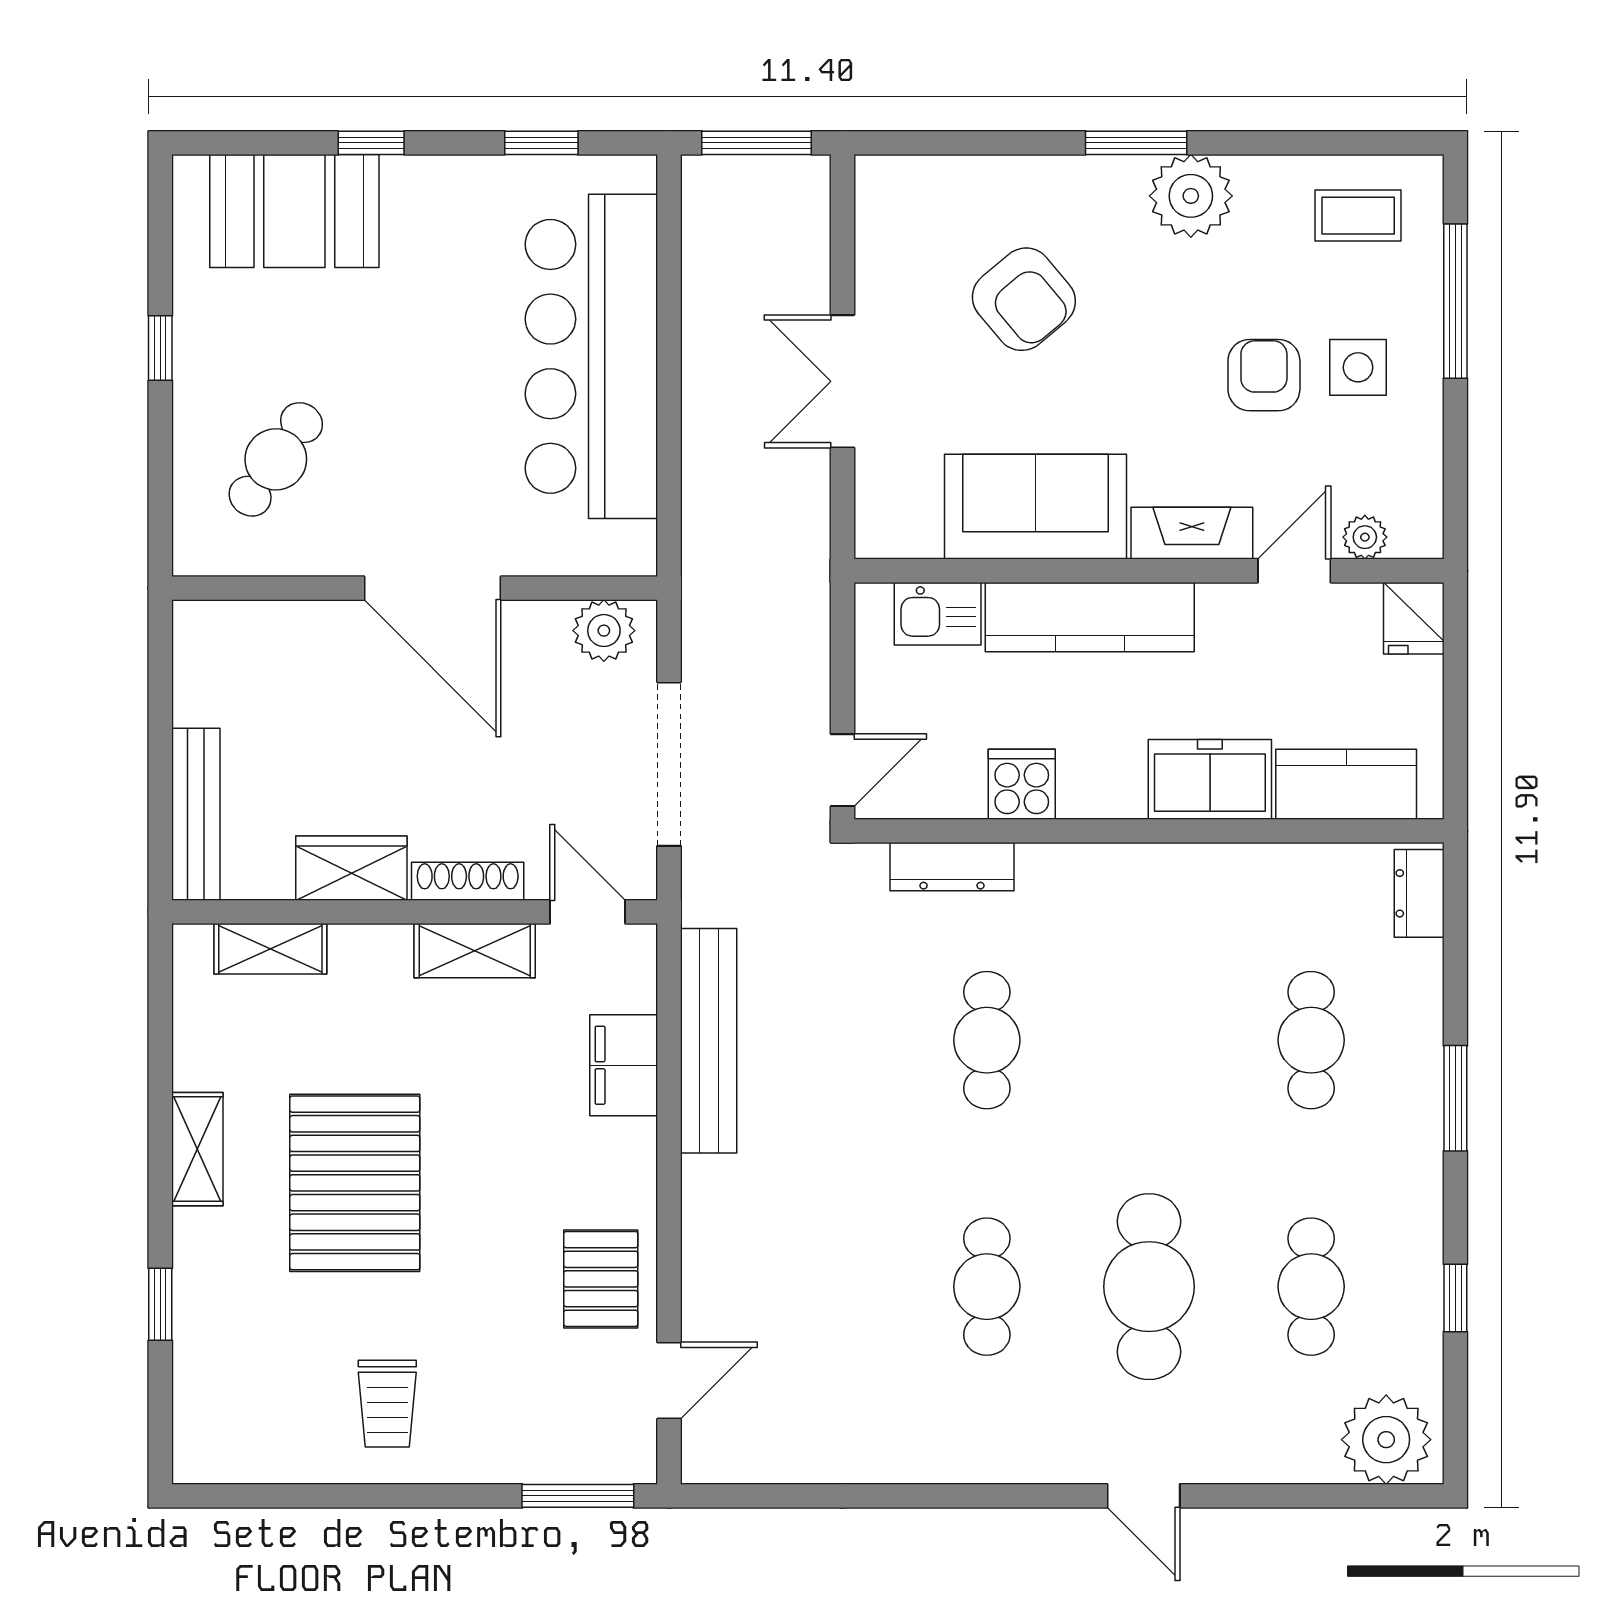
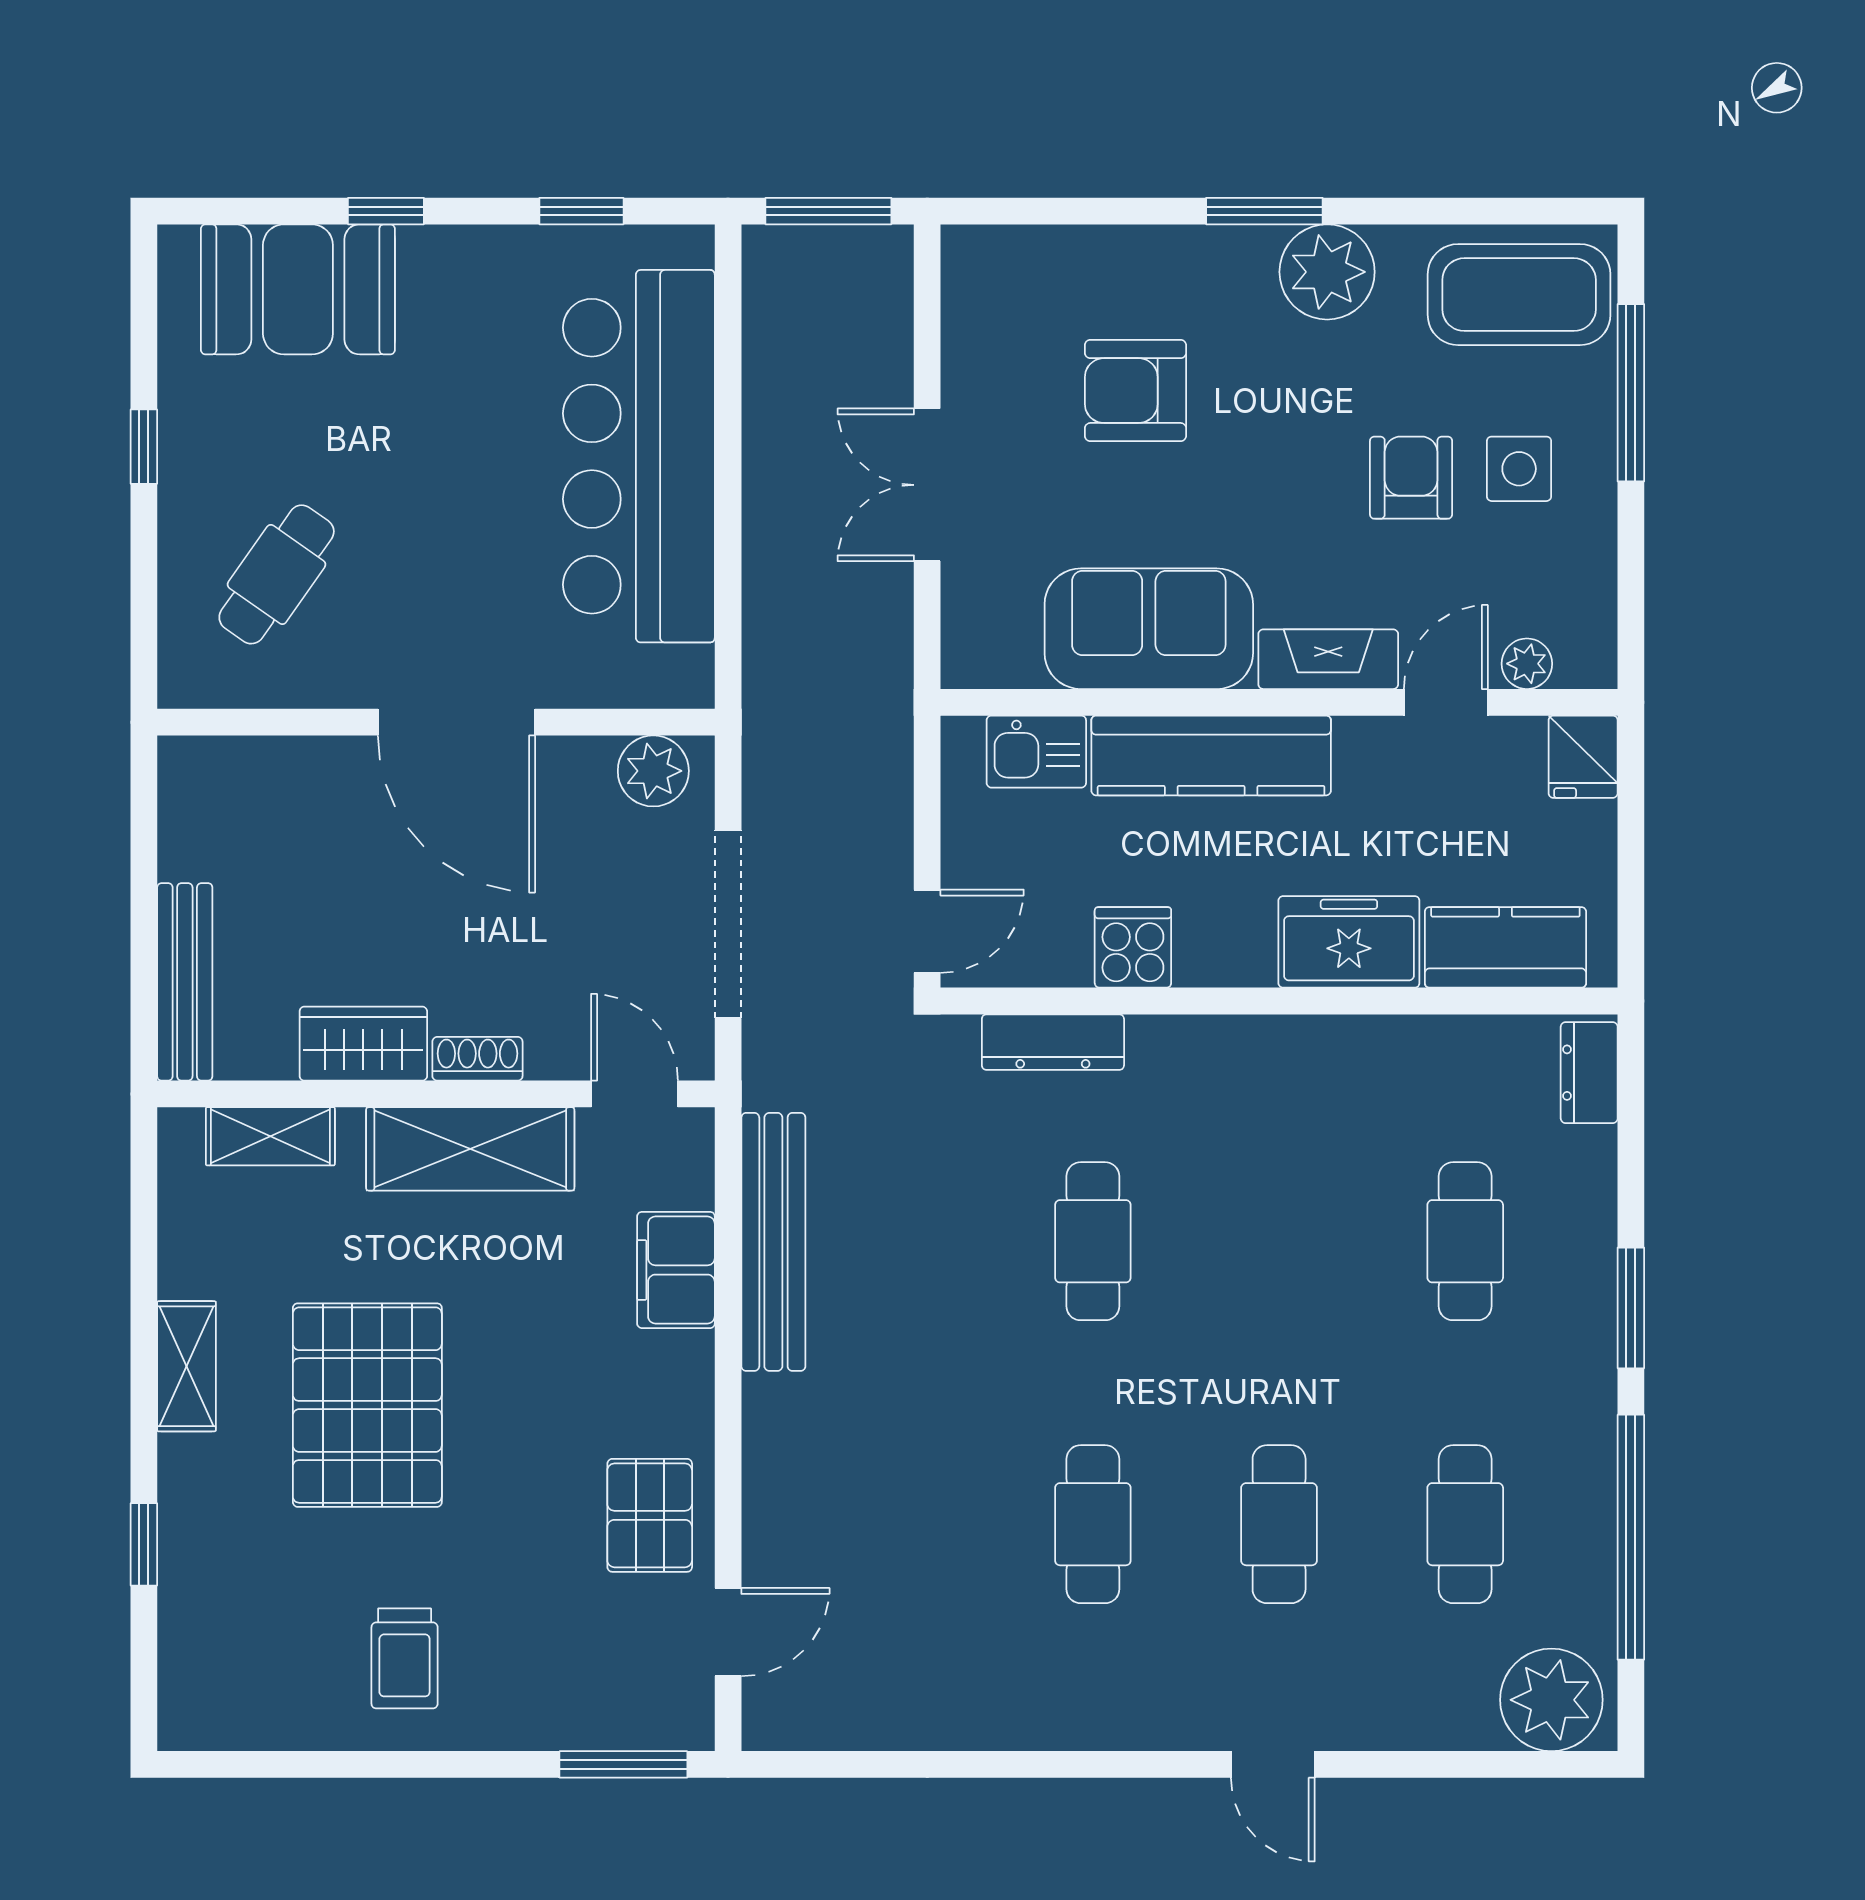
coffee table: (1358, 216) -> (1519, 295), width x1.86, depth x1.72
armchair: (1024, 299) -> (1135, 391), turned 130
shoe rack: (468, 881) -> (477, 1059), width x0.70
shelving: (475, 951) -> (470, 1149), width x1.50, depth x1.33
cafe table: (1149, 1287) -> (1279, 1524), width x0.73, depth x0.74
window: (1455, 1298) -> (1631, 1537), width x3.17

